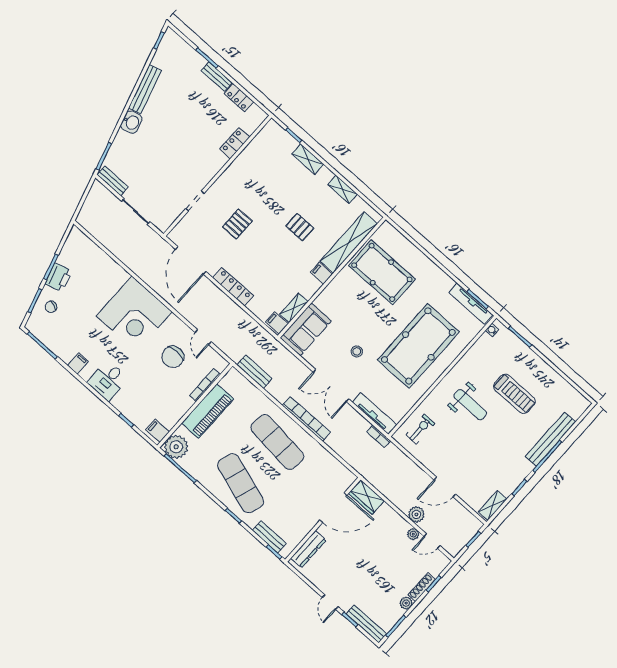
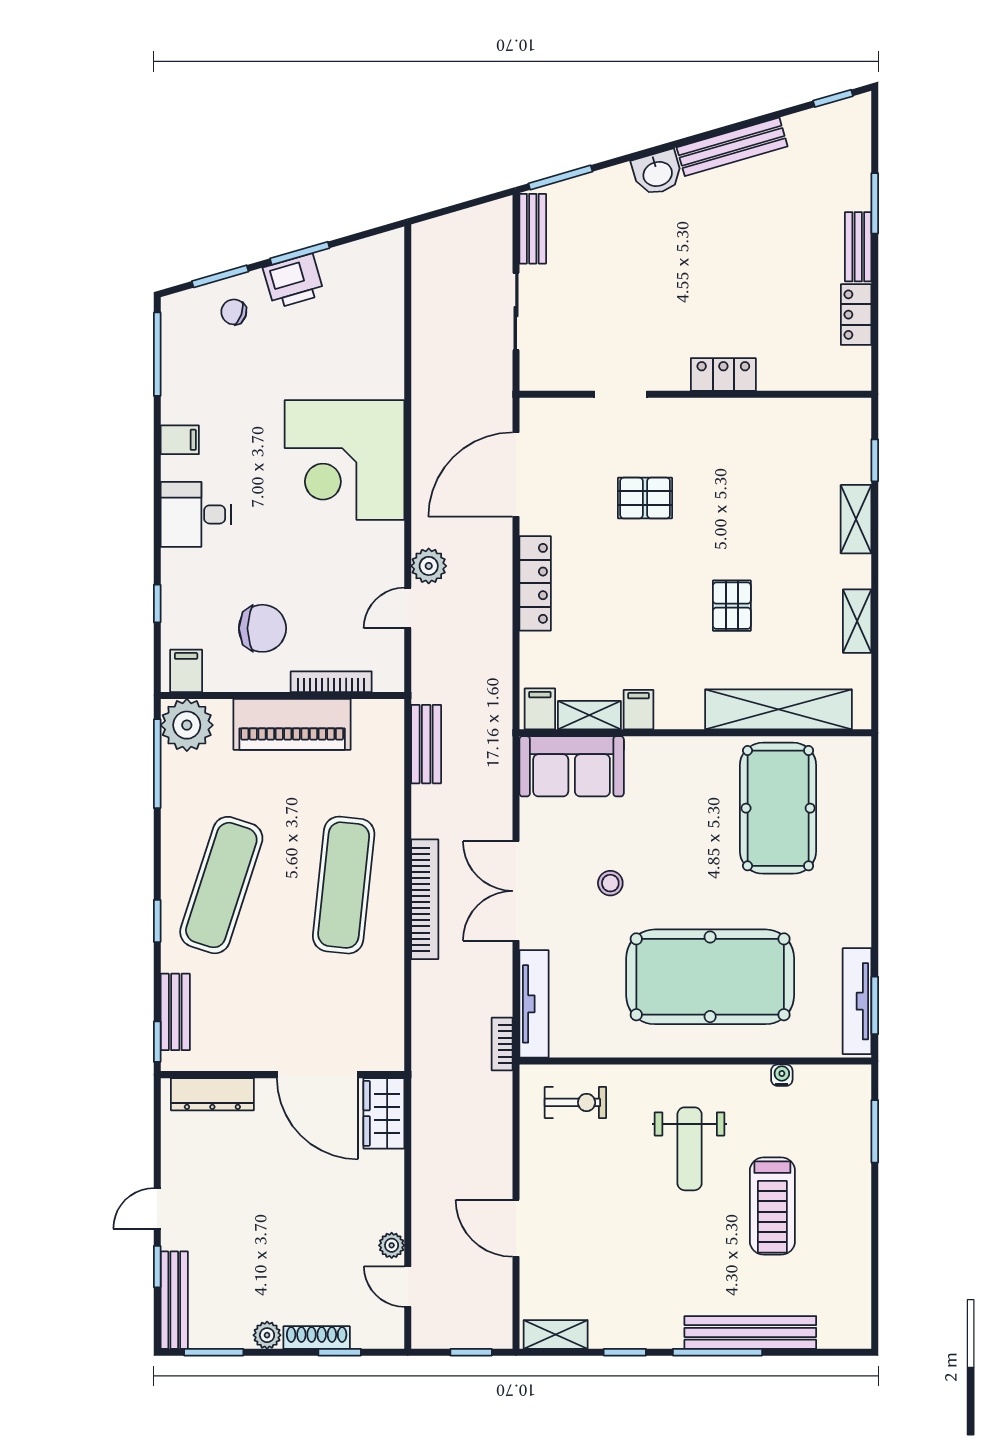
locker: (235, 143) -> (723, 374), moved
filing cabinet: (321, 273) -> (638, 710), moved
water cooler: (492, 330) -> (782, 1075), moved
chair: (173, 357) -> (262, 628), moved, turned 180
plant: (416, 514) -> (429, 566), moved

